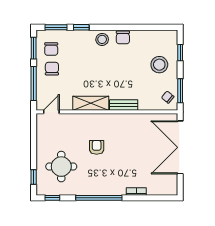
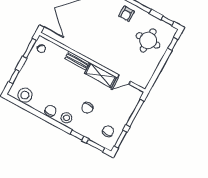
stool: (159, 65) -> (25, 95), moved
chair: (52, 69) -> (87, 108), moved
door: (51, 112) -> (124, 80), moved
armchair: (97, 147) -> (127, 14), moved

